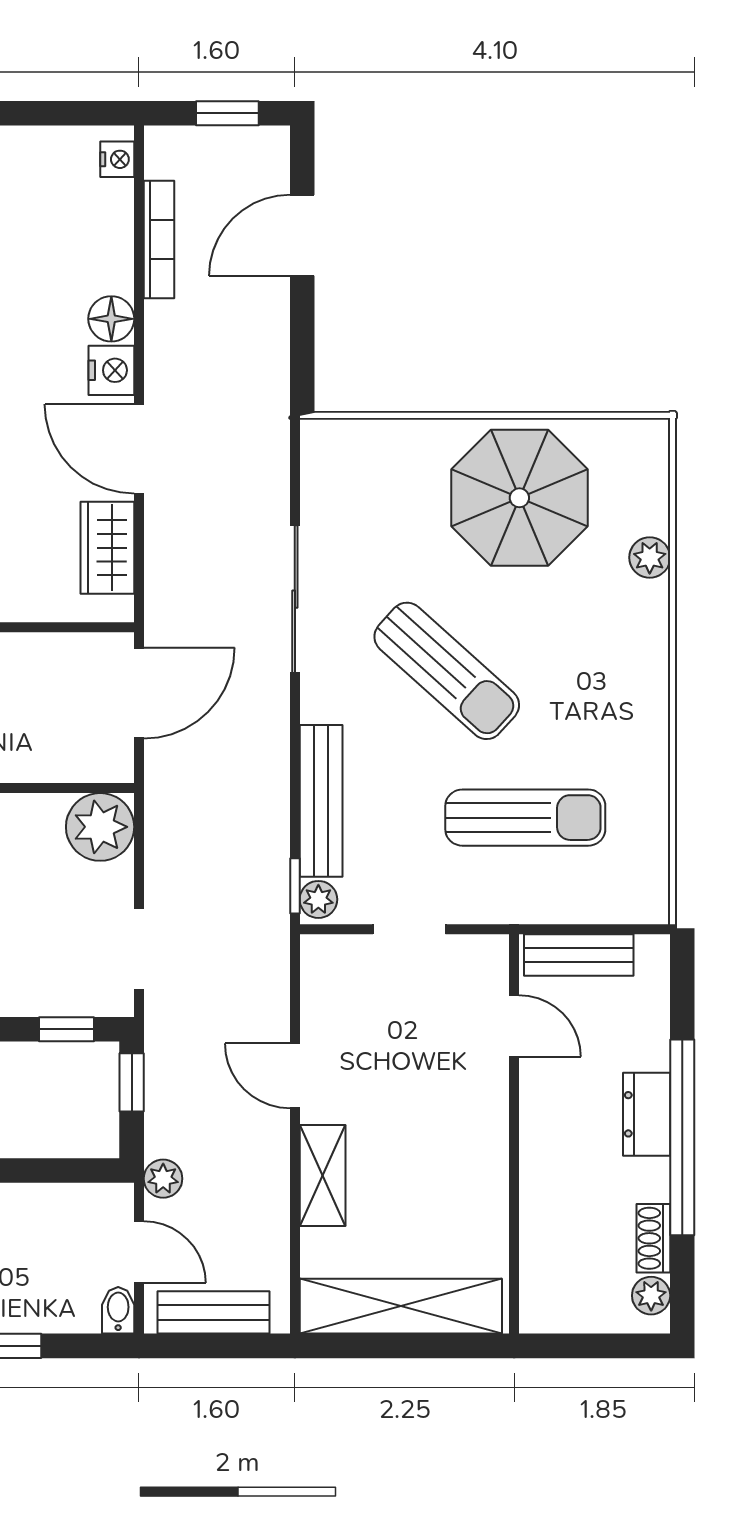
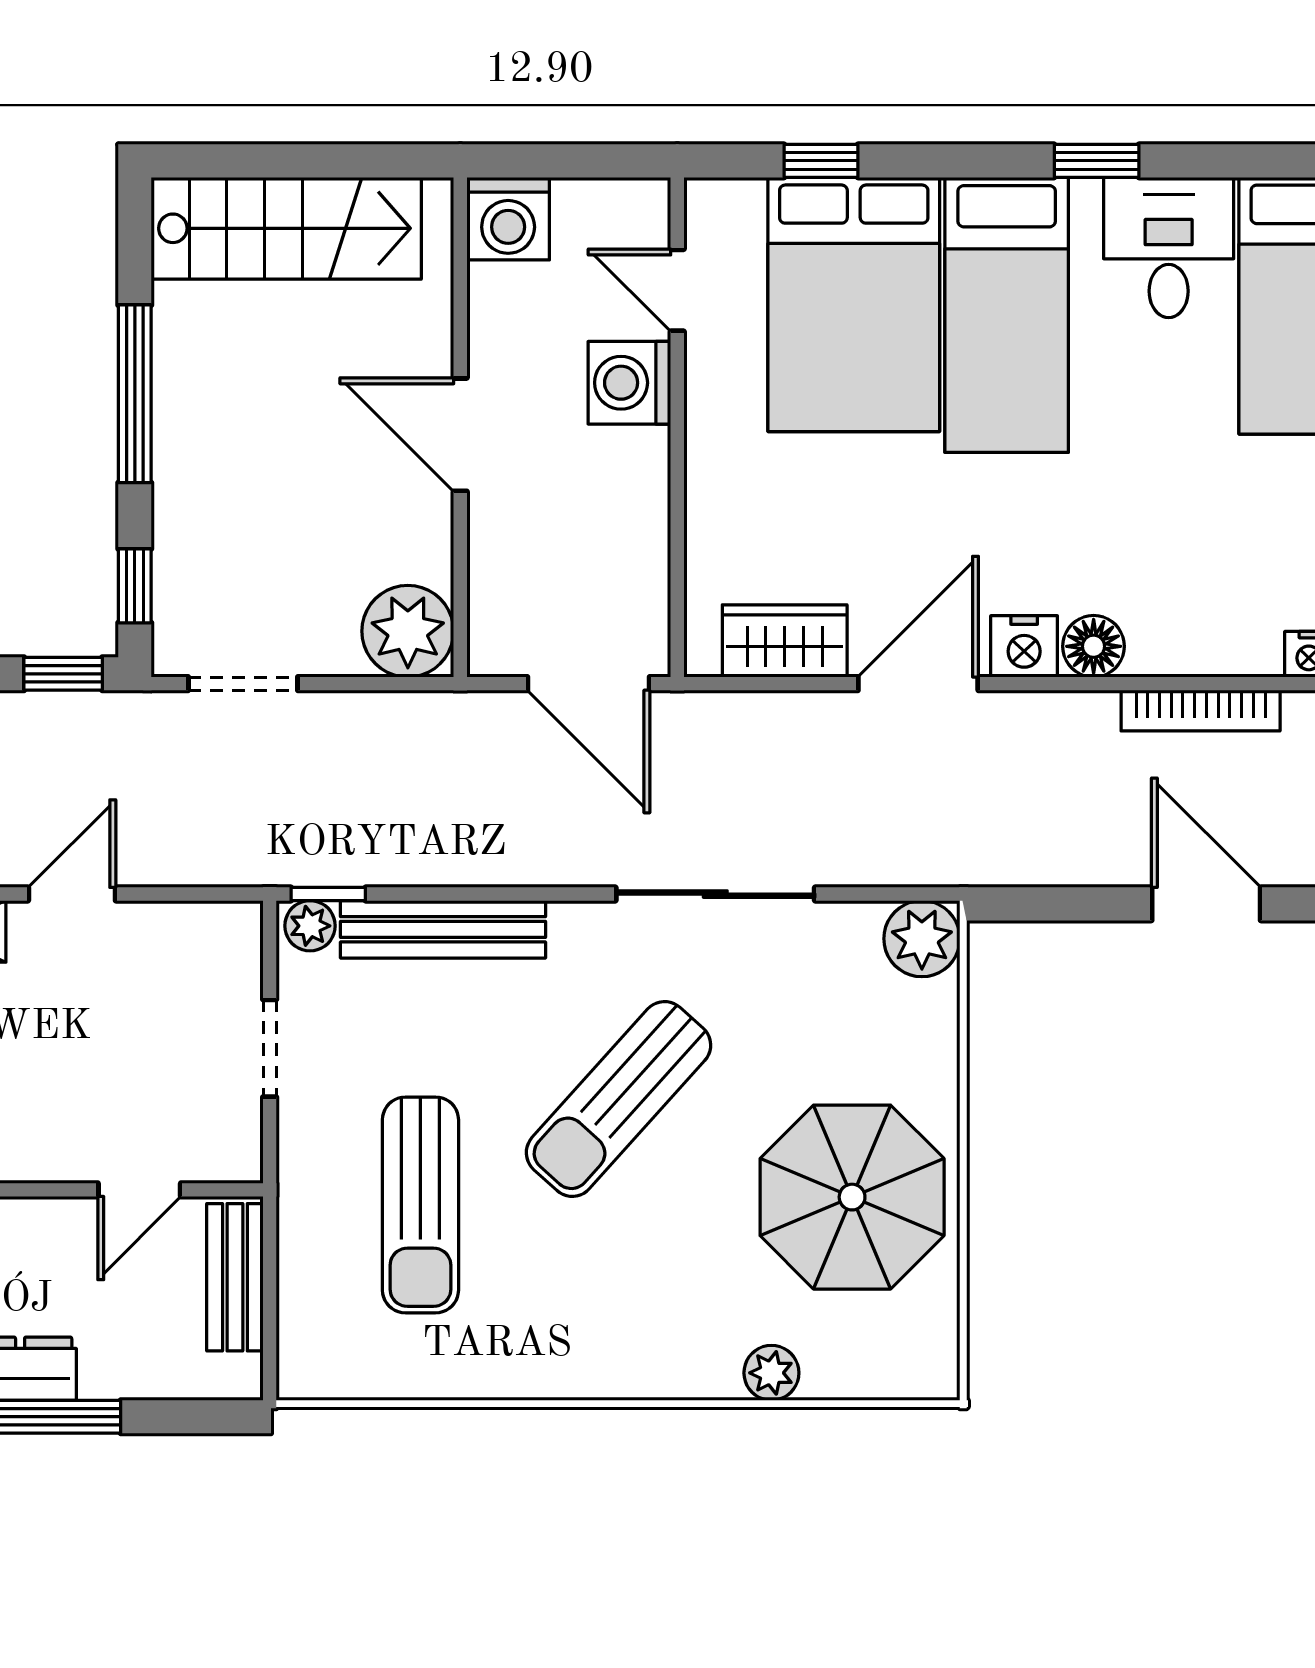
plant: (328, 446) -> (922, 939), added

